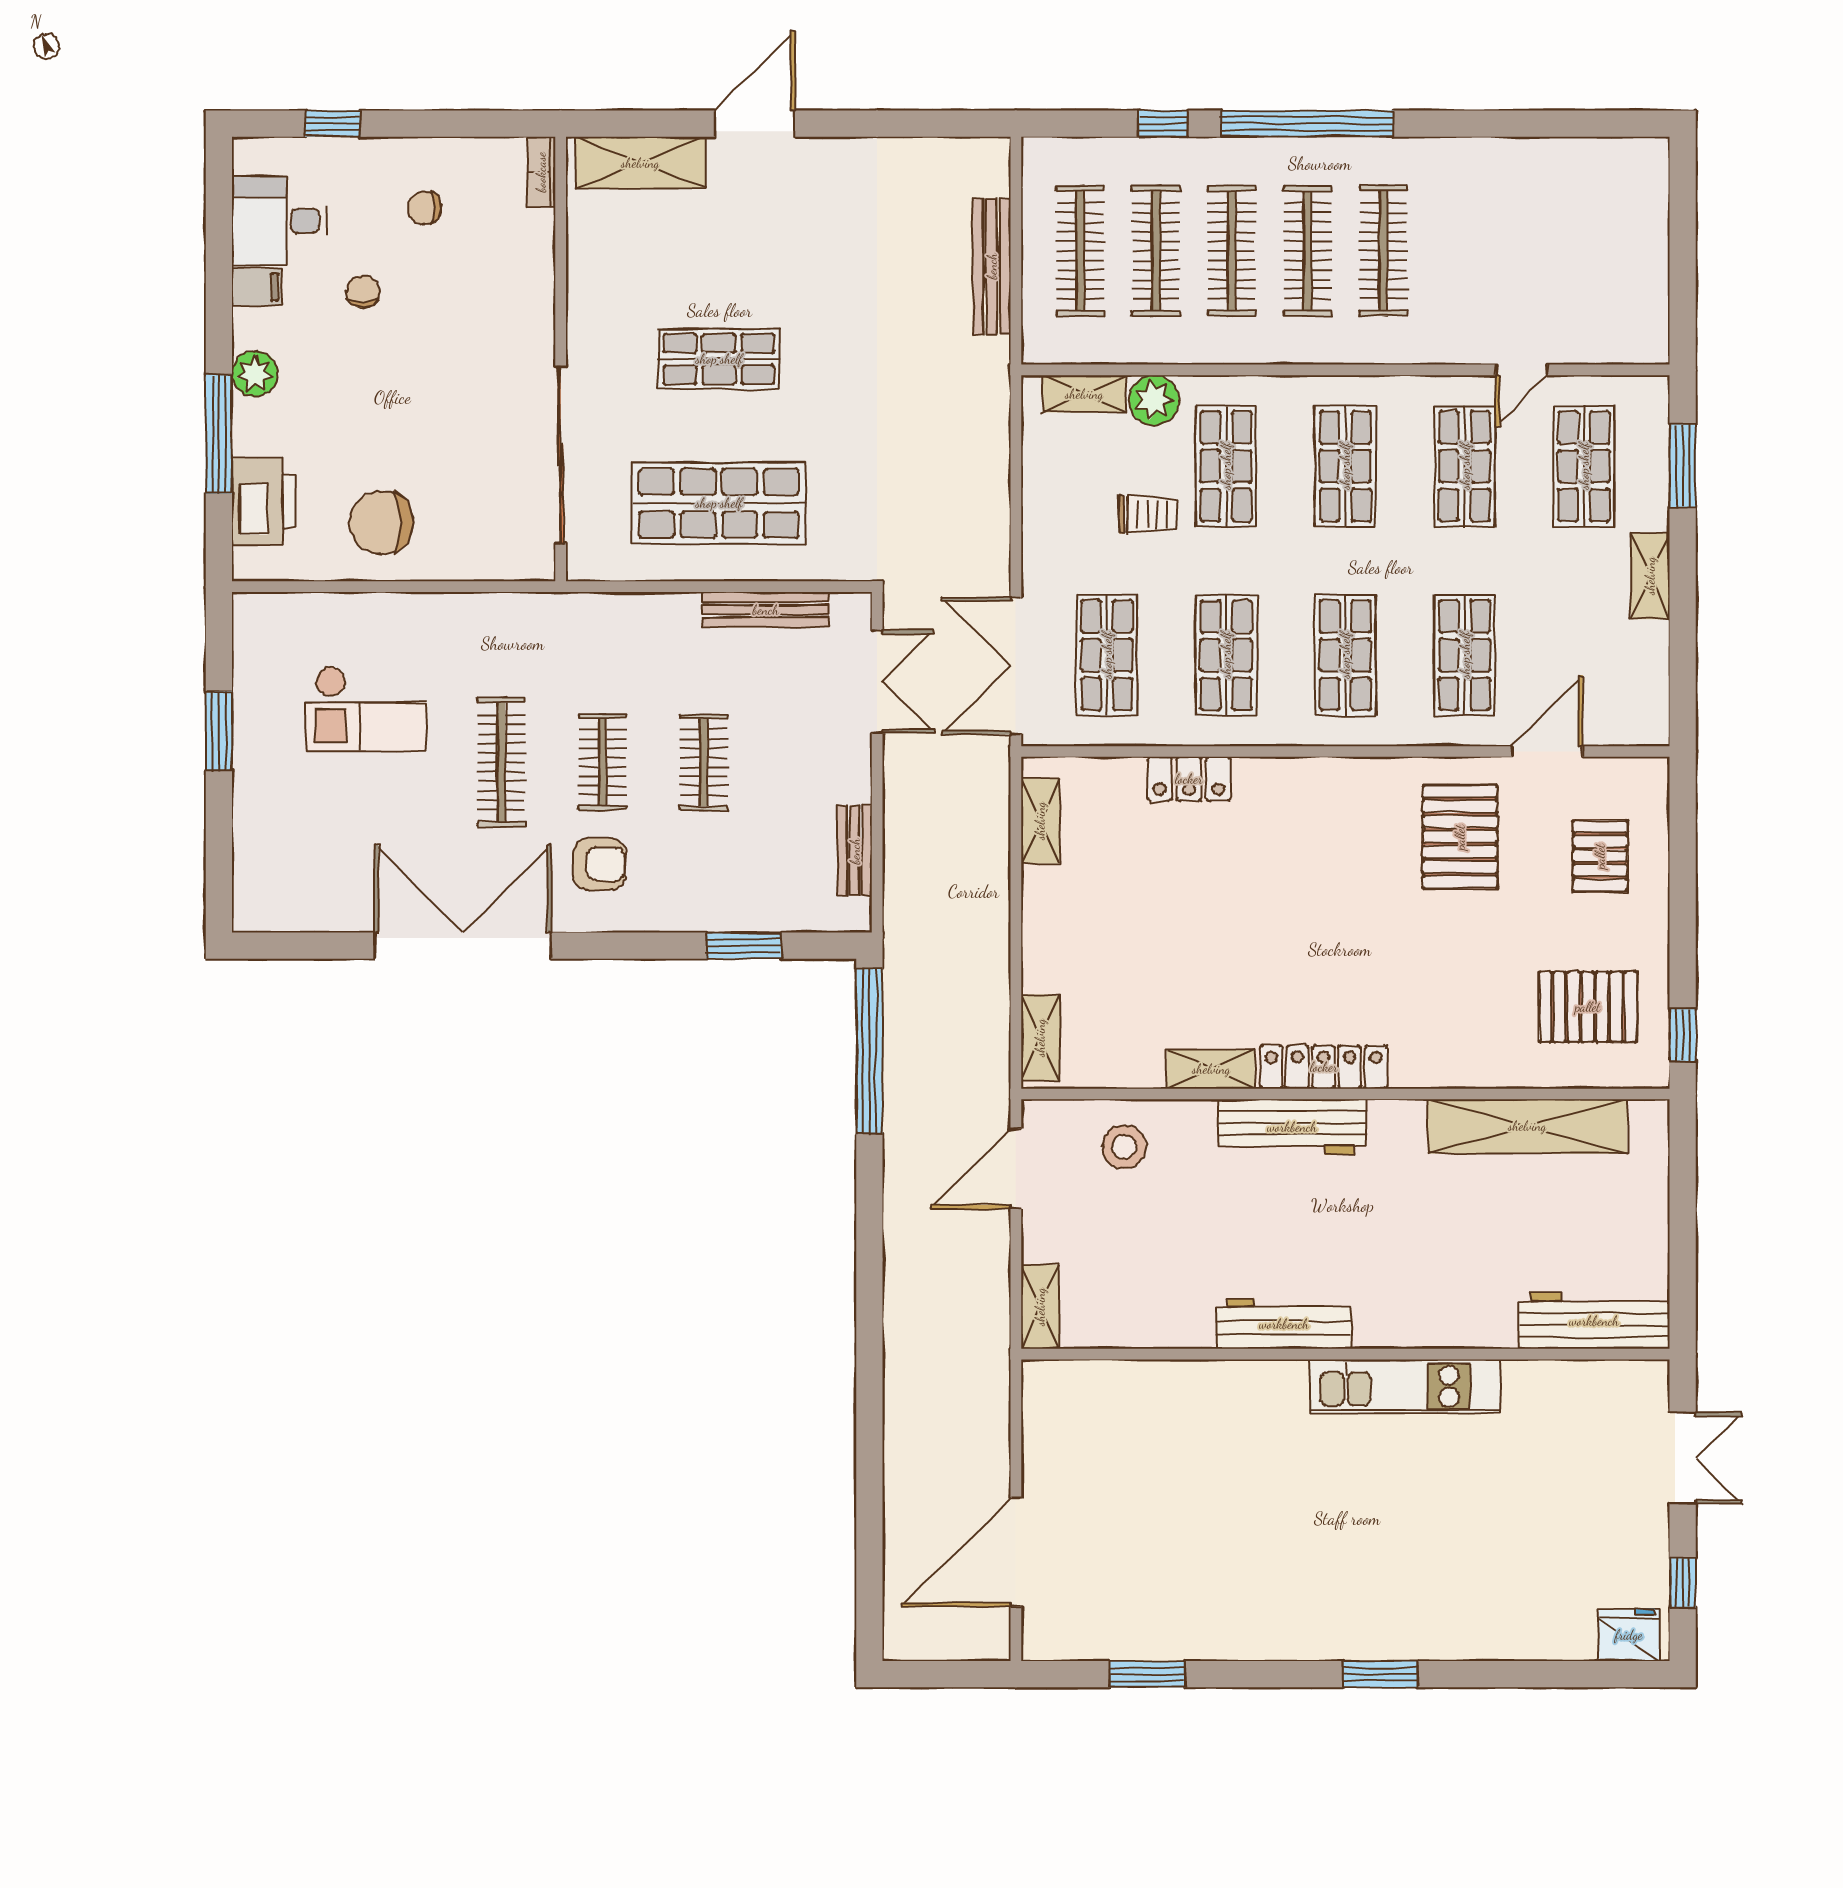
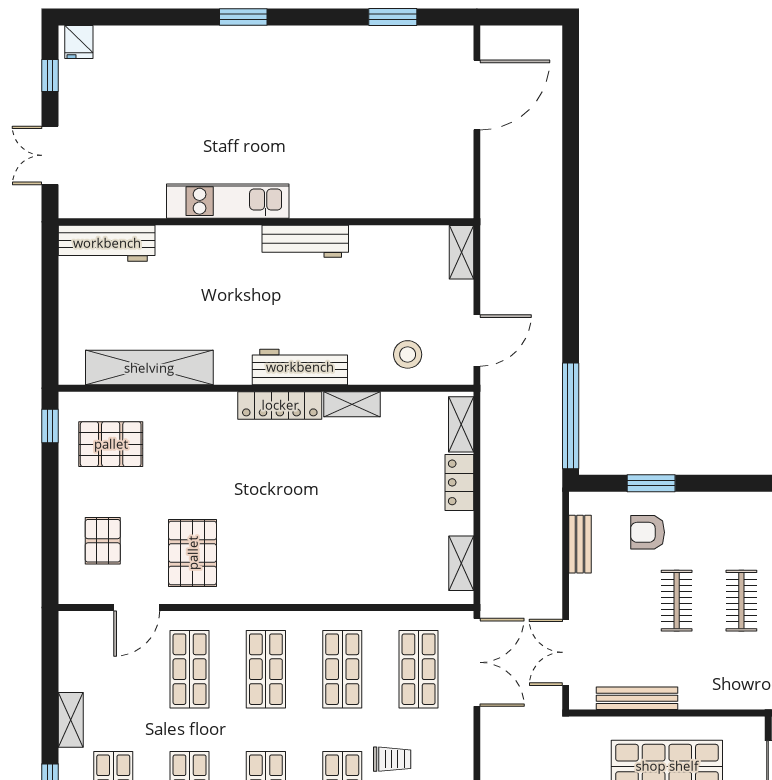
trolley: (1148, 515) -> (392, 759), turned 180
locker: (1189, 779) -> (459, 482), moved, turned -90
armchair: (599, 864) -> (648, 532), moved
fridge: (1629, 1635) -> (79, 42), width x0.72

